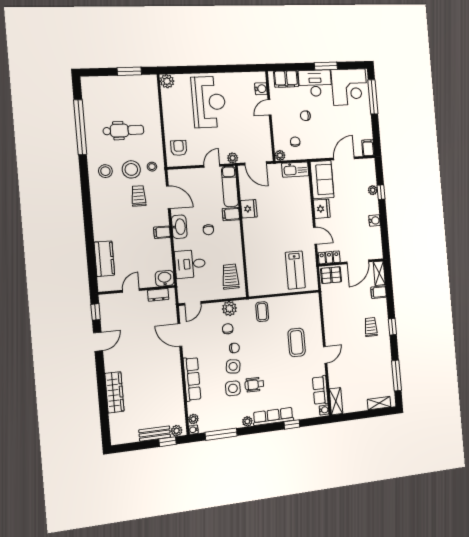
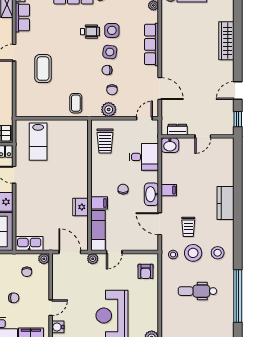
kitchen counter: (104, 259) -> (225, 203), moved
lab bench: (295, 270) -> (38, 142), turned 180

